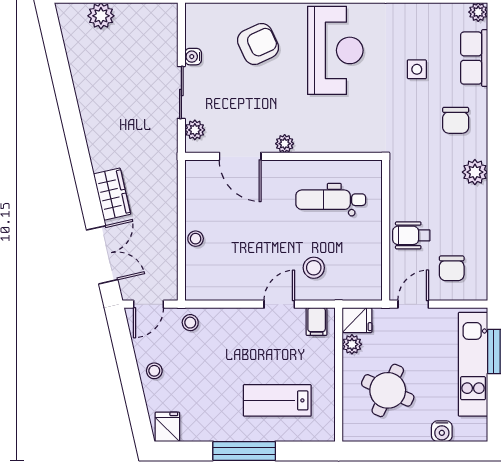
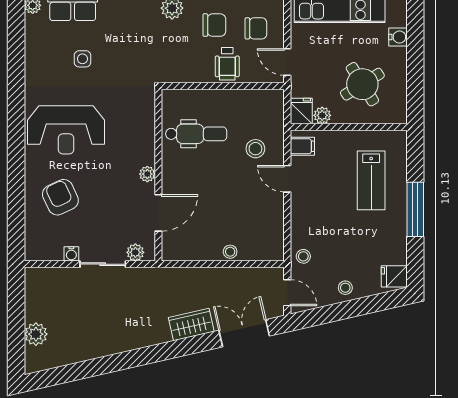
reception desk: (335, 50) -> (66, 130), turned 180
chair: (456, 120) -> (214, 25), moved
dental chair: (331, 200) -> (196, 134), turned -90
round table: (388, 390) -> (362, 84), turned 34

